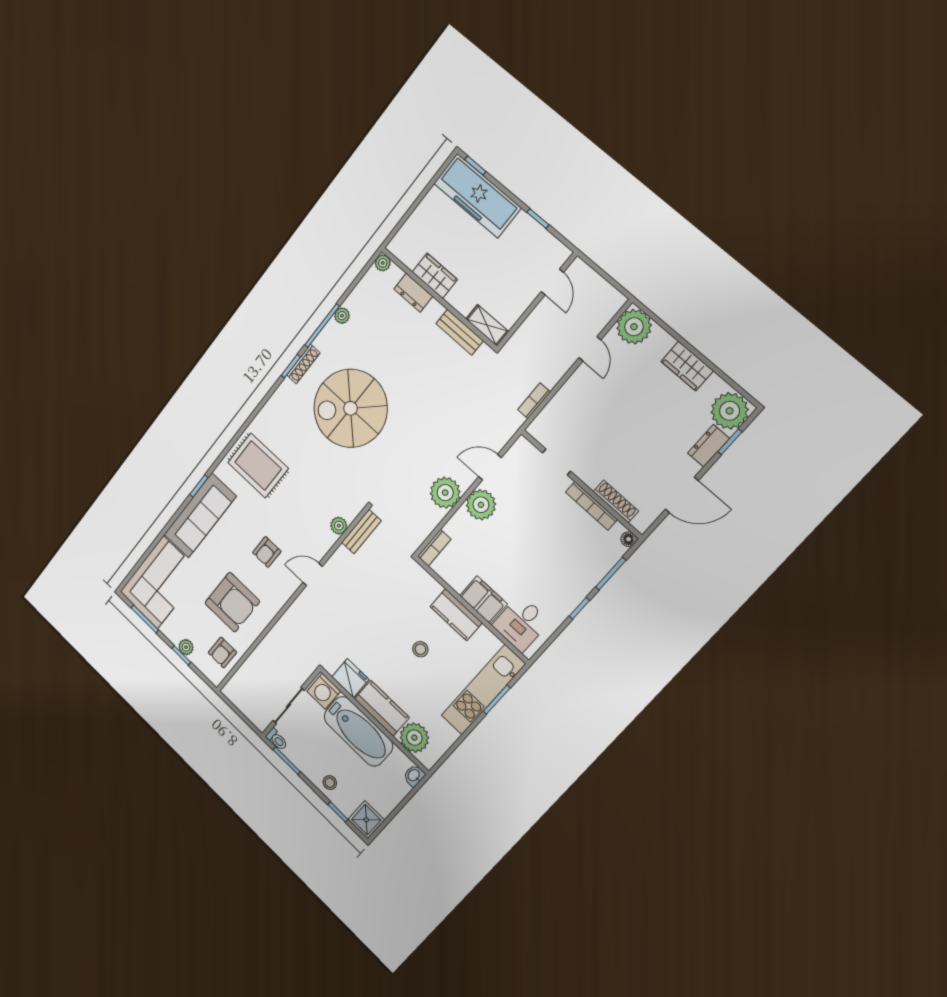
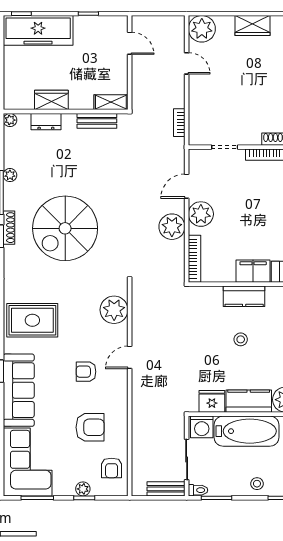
plant: (339, 526) -> (114, 310), width x1.87, depth x1.87
bench: (361, 532) -> (166, 489), moved, turned 90
bookcase: (434, 548) -> (194, 259), width x1.56
armchair: (267, 552) -> (86, 372), turned 90
armchair: (232, 602) -> (90, 427), width x0.73, depth x0.73

